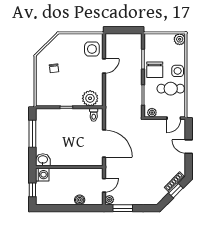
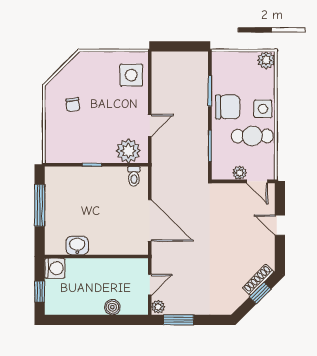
door: (104, 66) -> (150, 125), moved
chair: (155, 70) -> (228, 107), turned -90
plant: (152, 113) -> (240, 173), moved
door: (174, 118) -> (257, 181), hinge flipped
washbasin: (43, 160) -> (77, 245), moved

